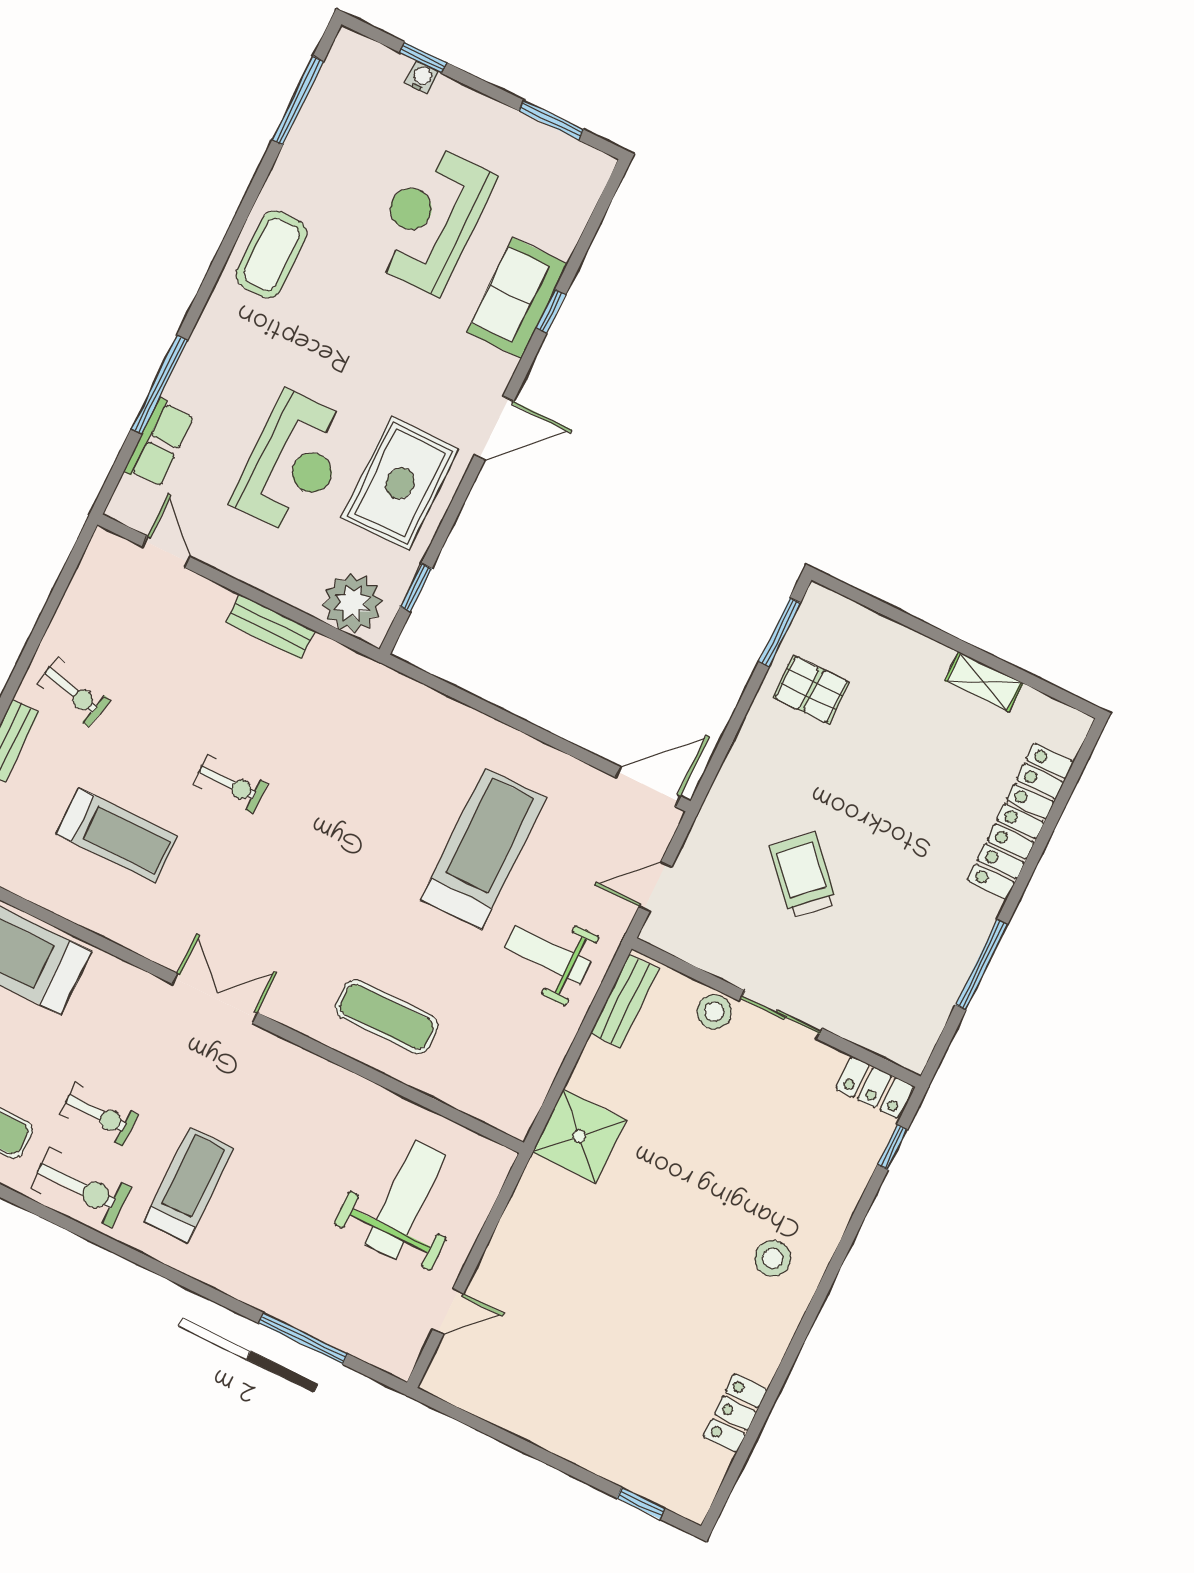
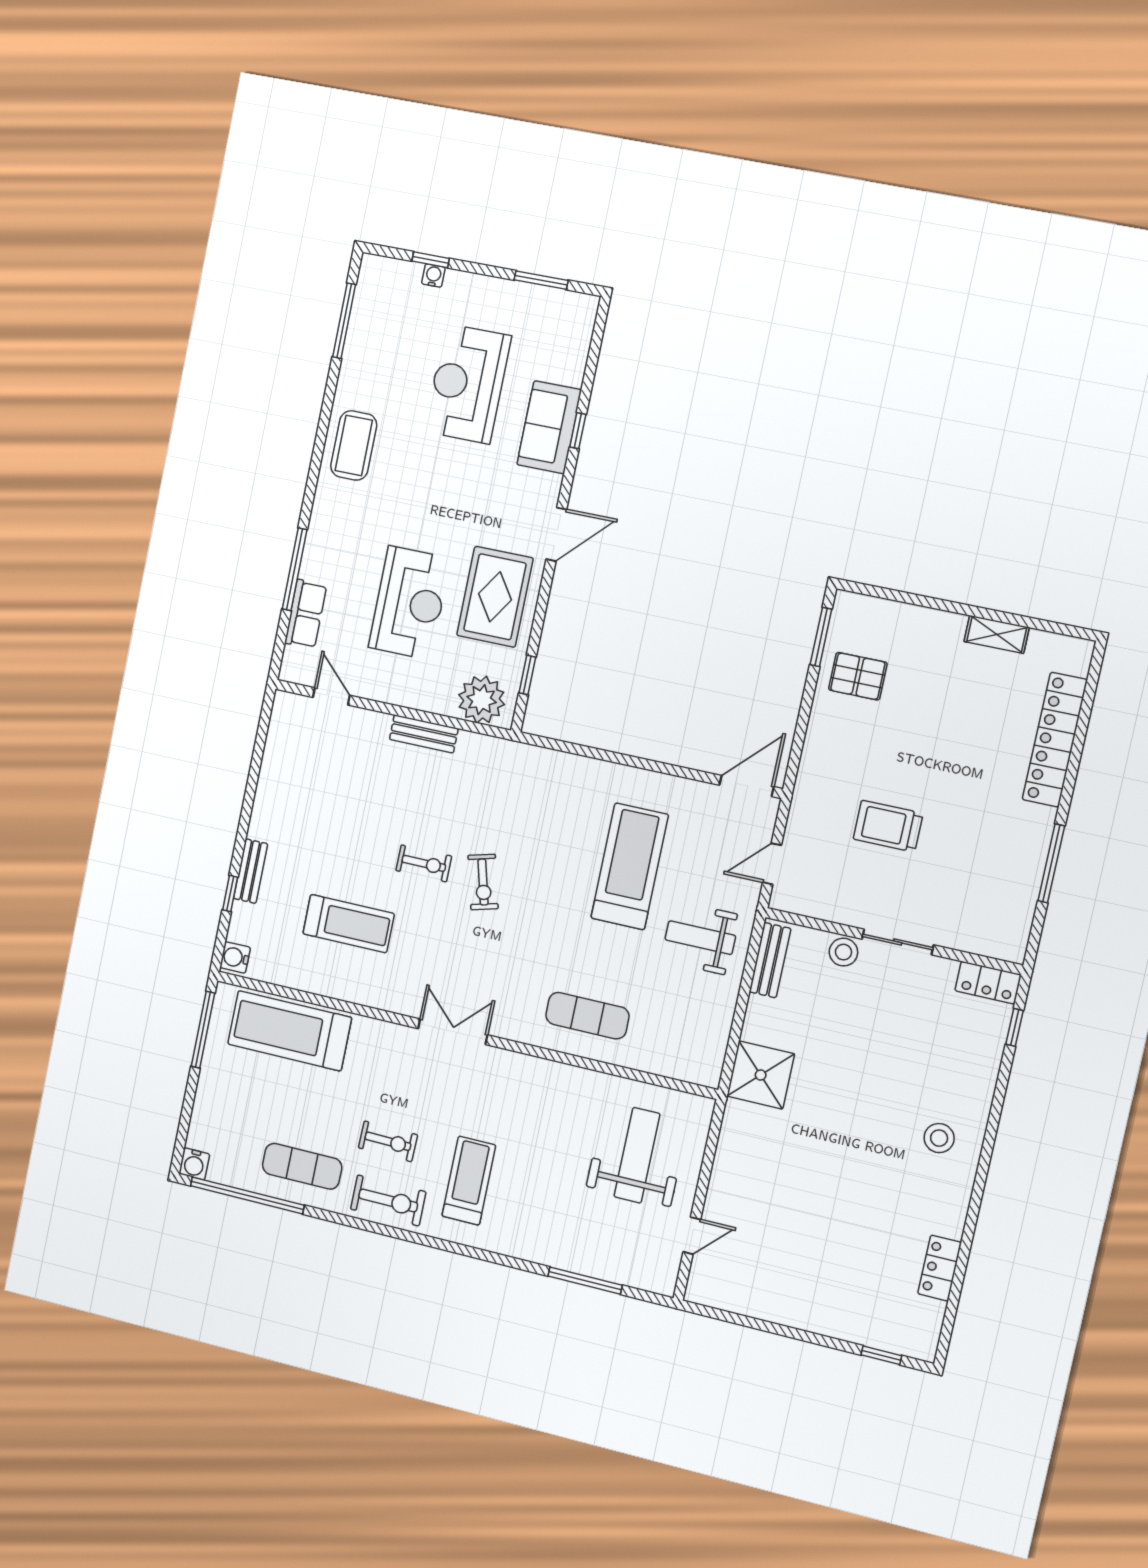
exercise bike: (73, 692) -> (483, 882), moved, turned 61
trolley: (803, 875) -> (888, 826), turned -47

